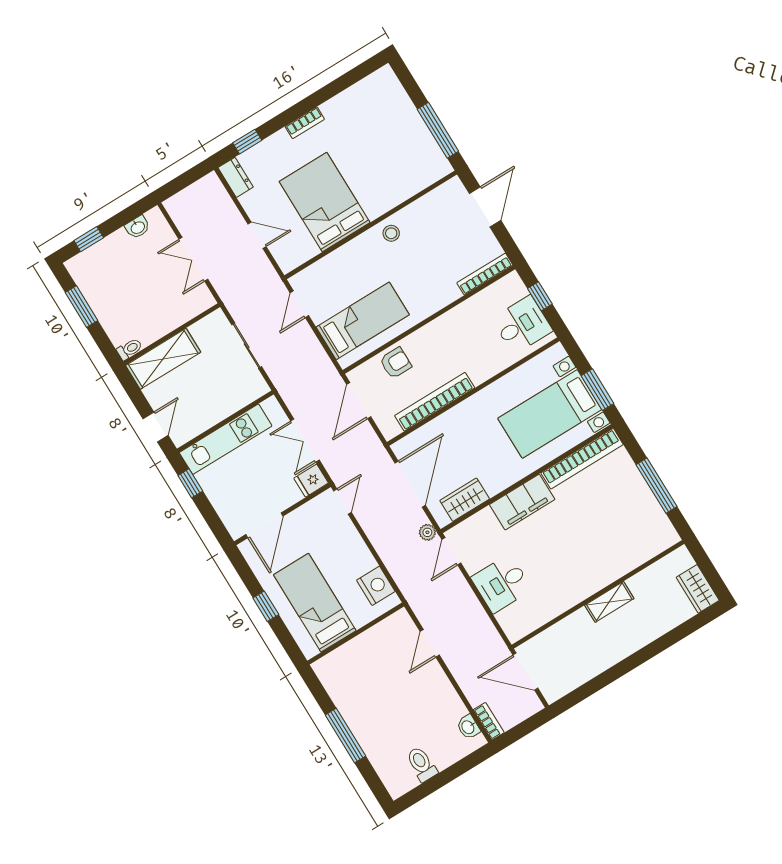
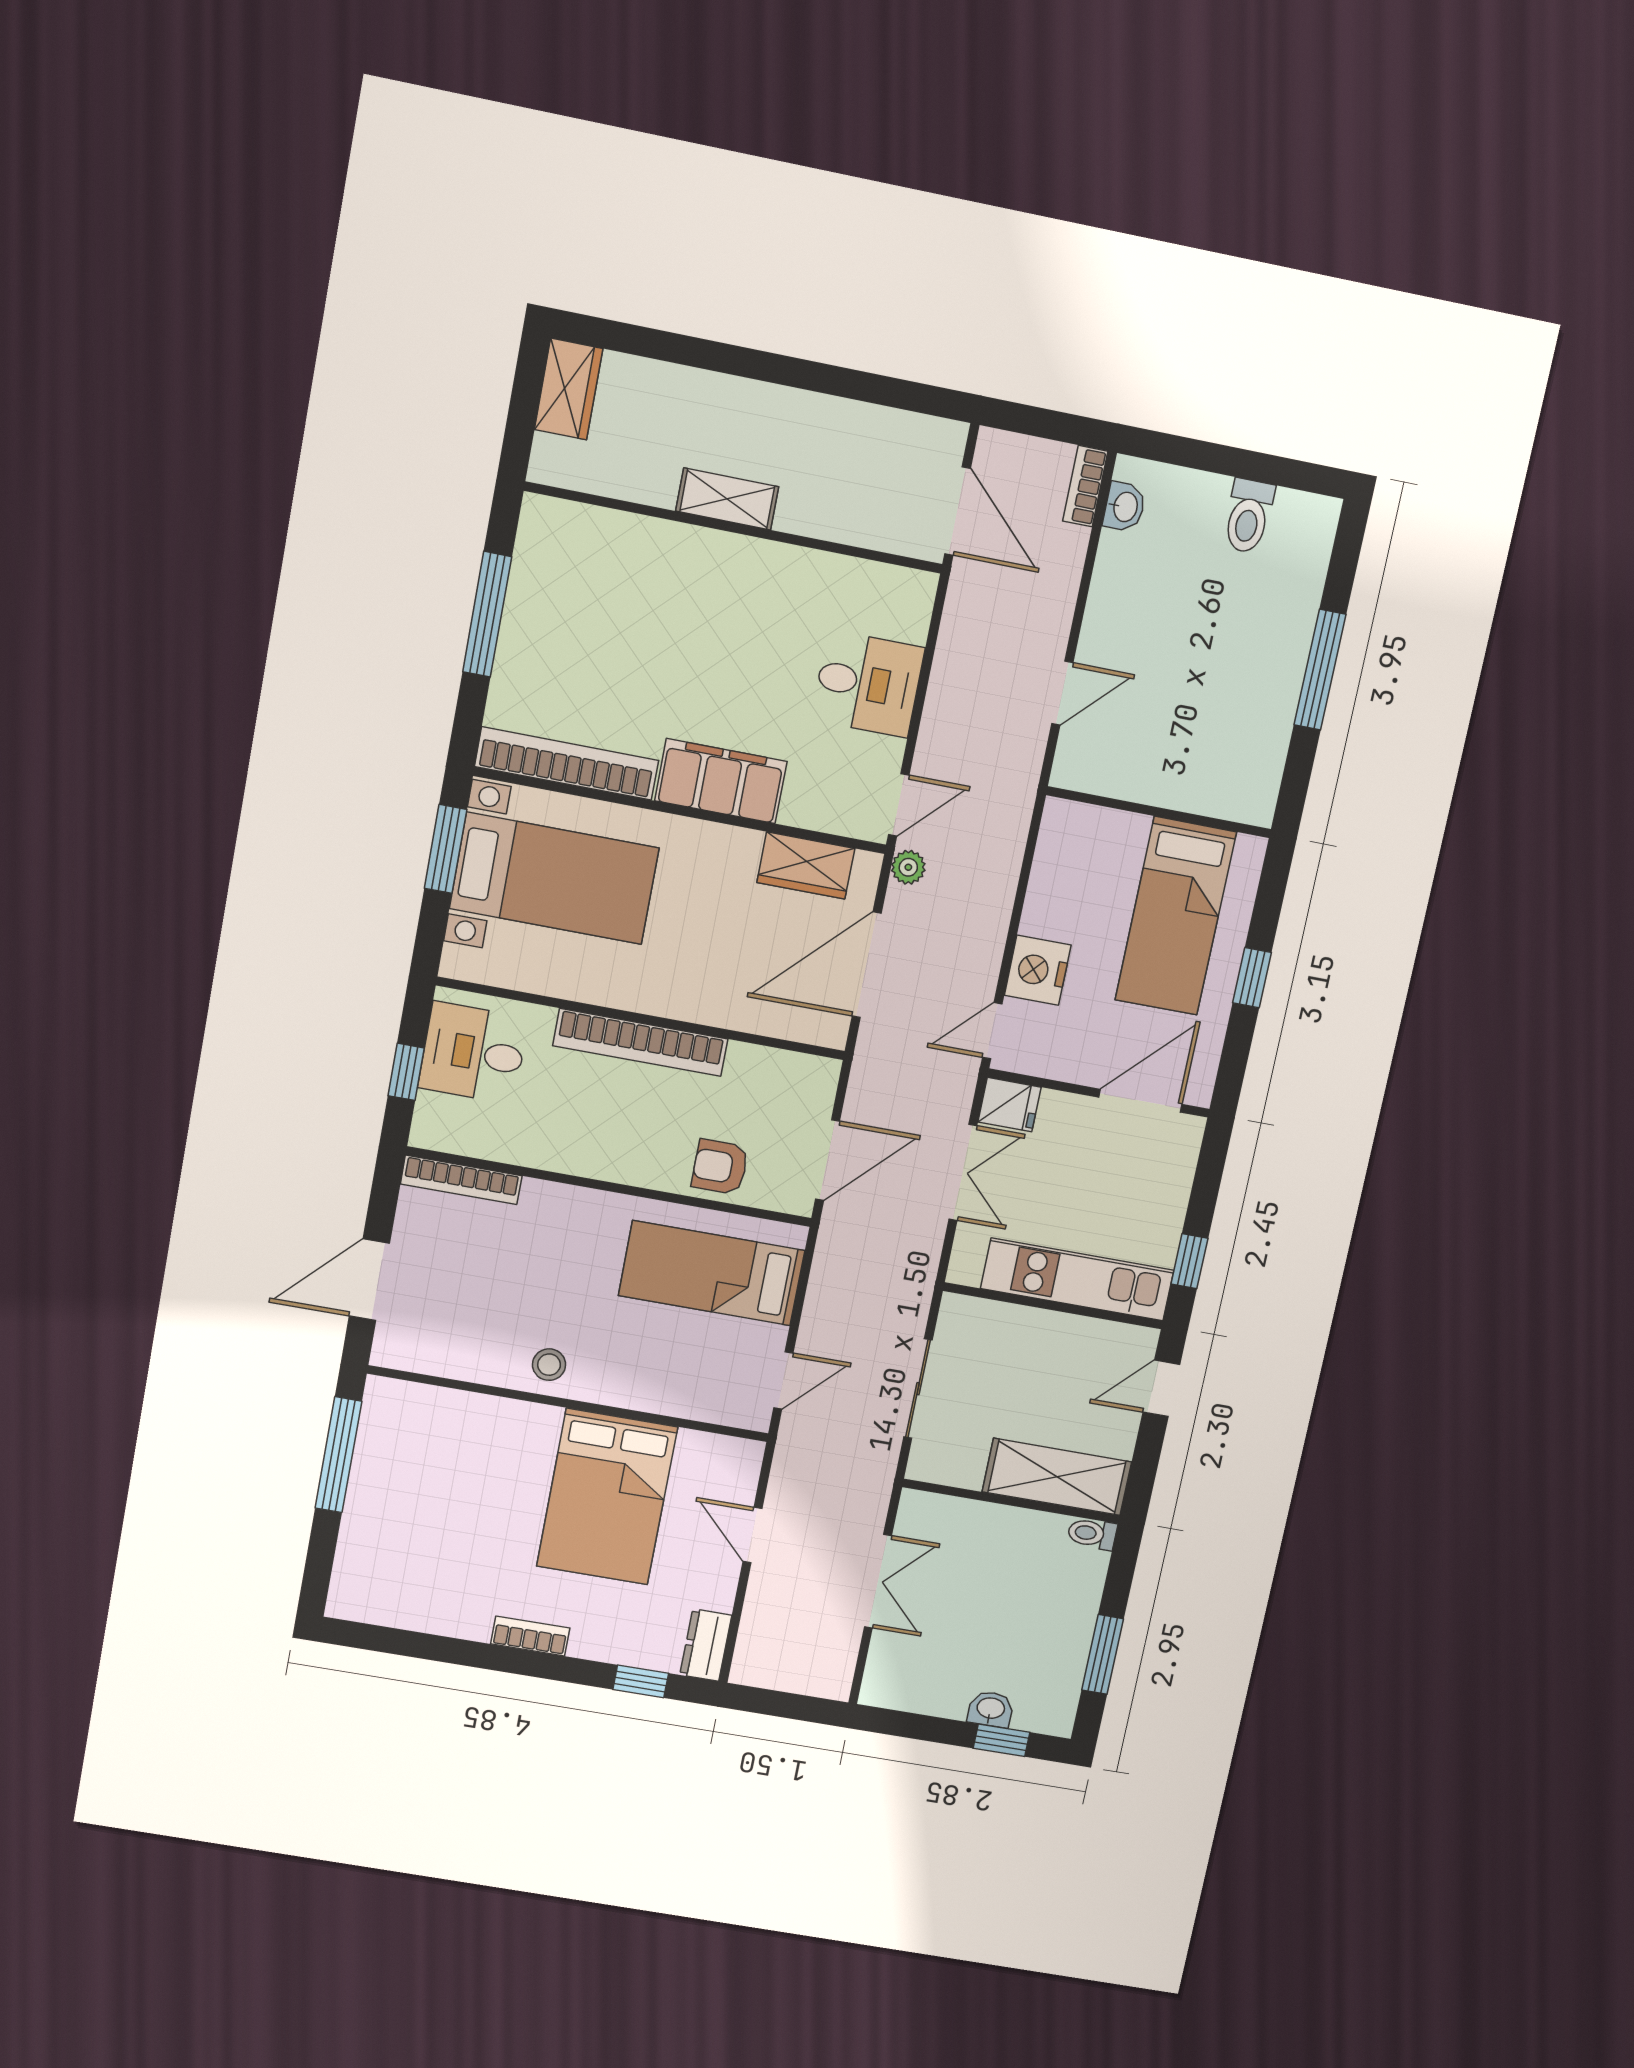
washbasin: (138, 227) -> (991, 1709), moved
bookcase: (435, 402) -> (640, 1042), moved
nightstand: (376, 586) -> (1038, 970), moved

